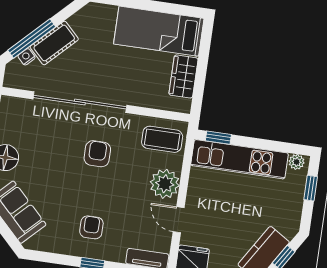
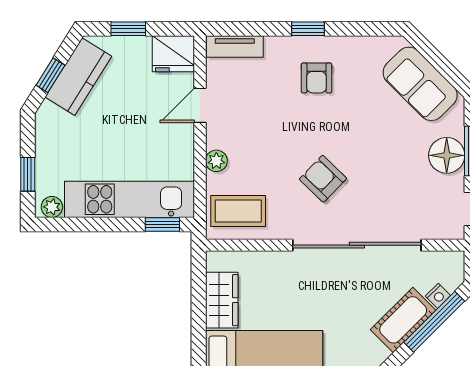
armchair: (97, 154) -> (323, 179), turned 134
plant: (165, 184) -> (216, 161), width x0.53, depth x0.53
door: (179, 220) -> (200, 105), swing flipped

